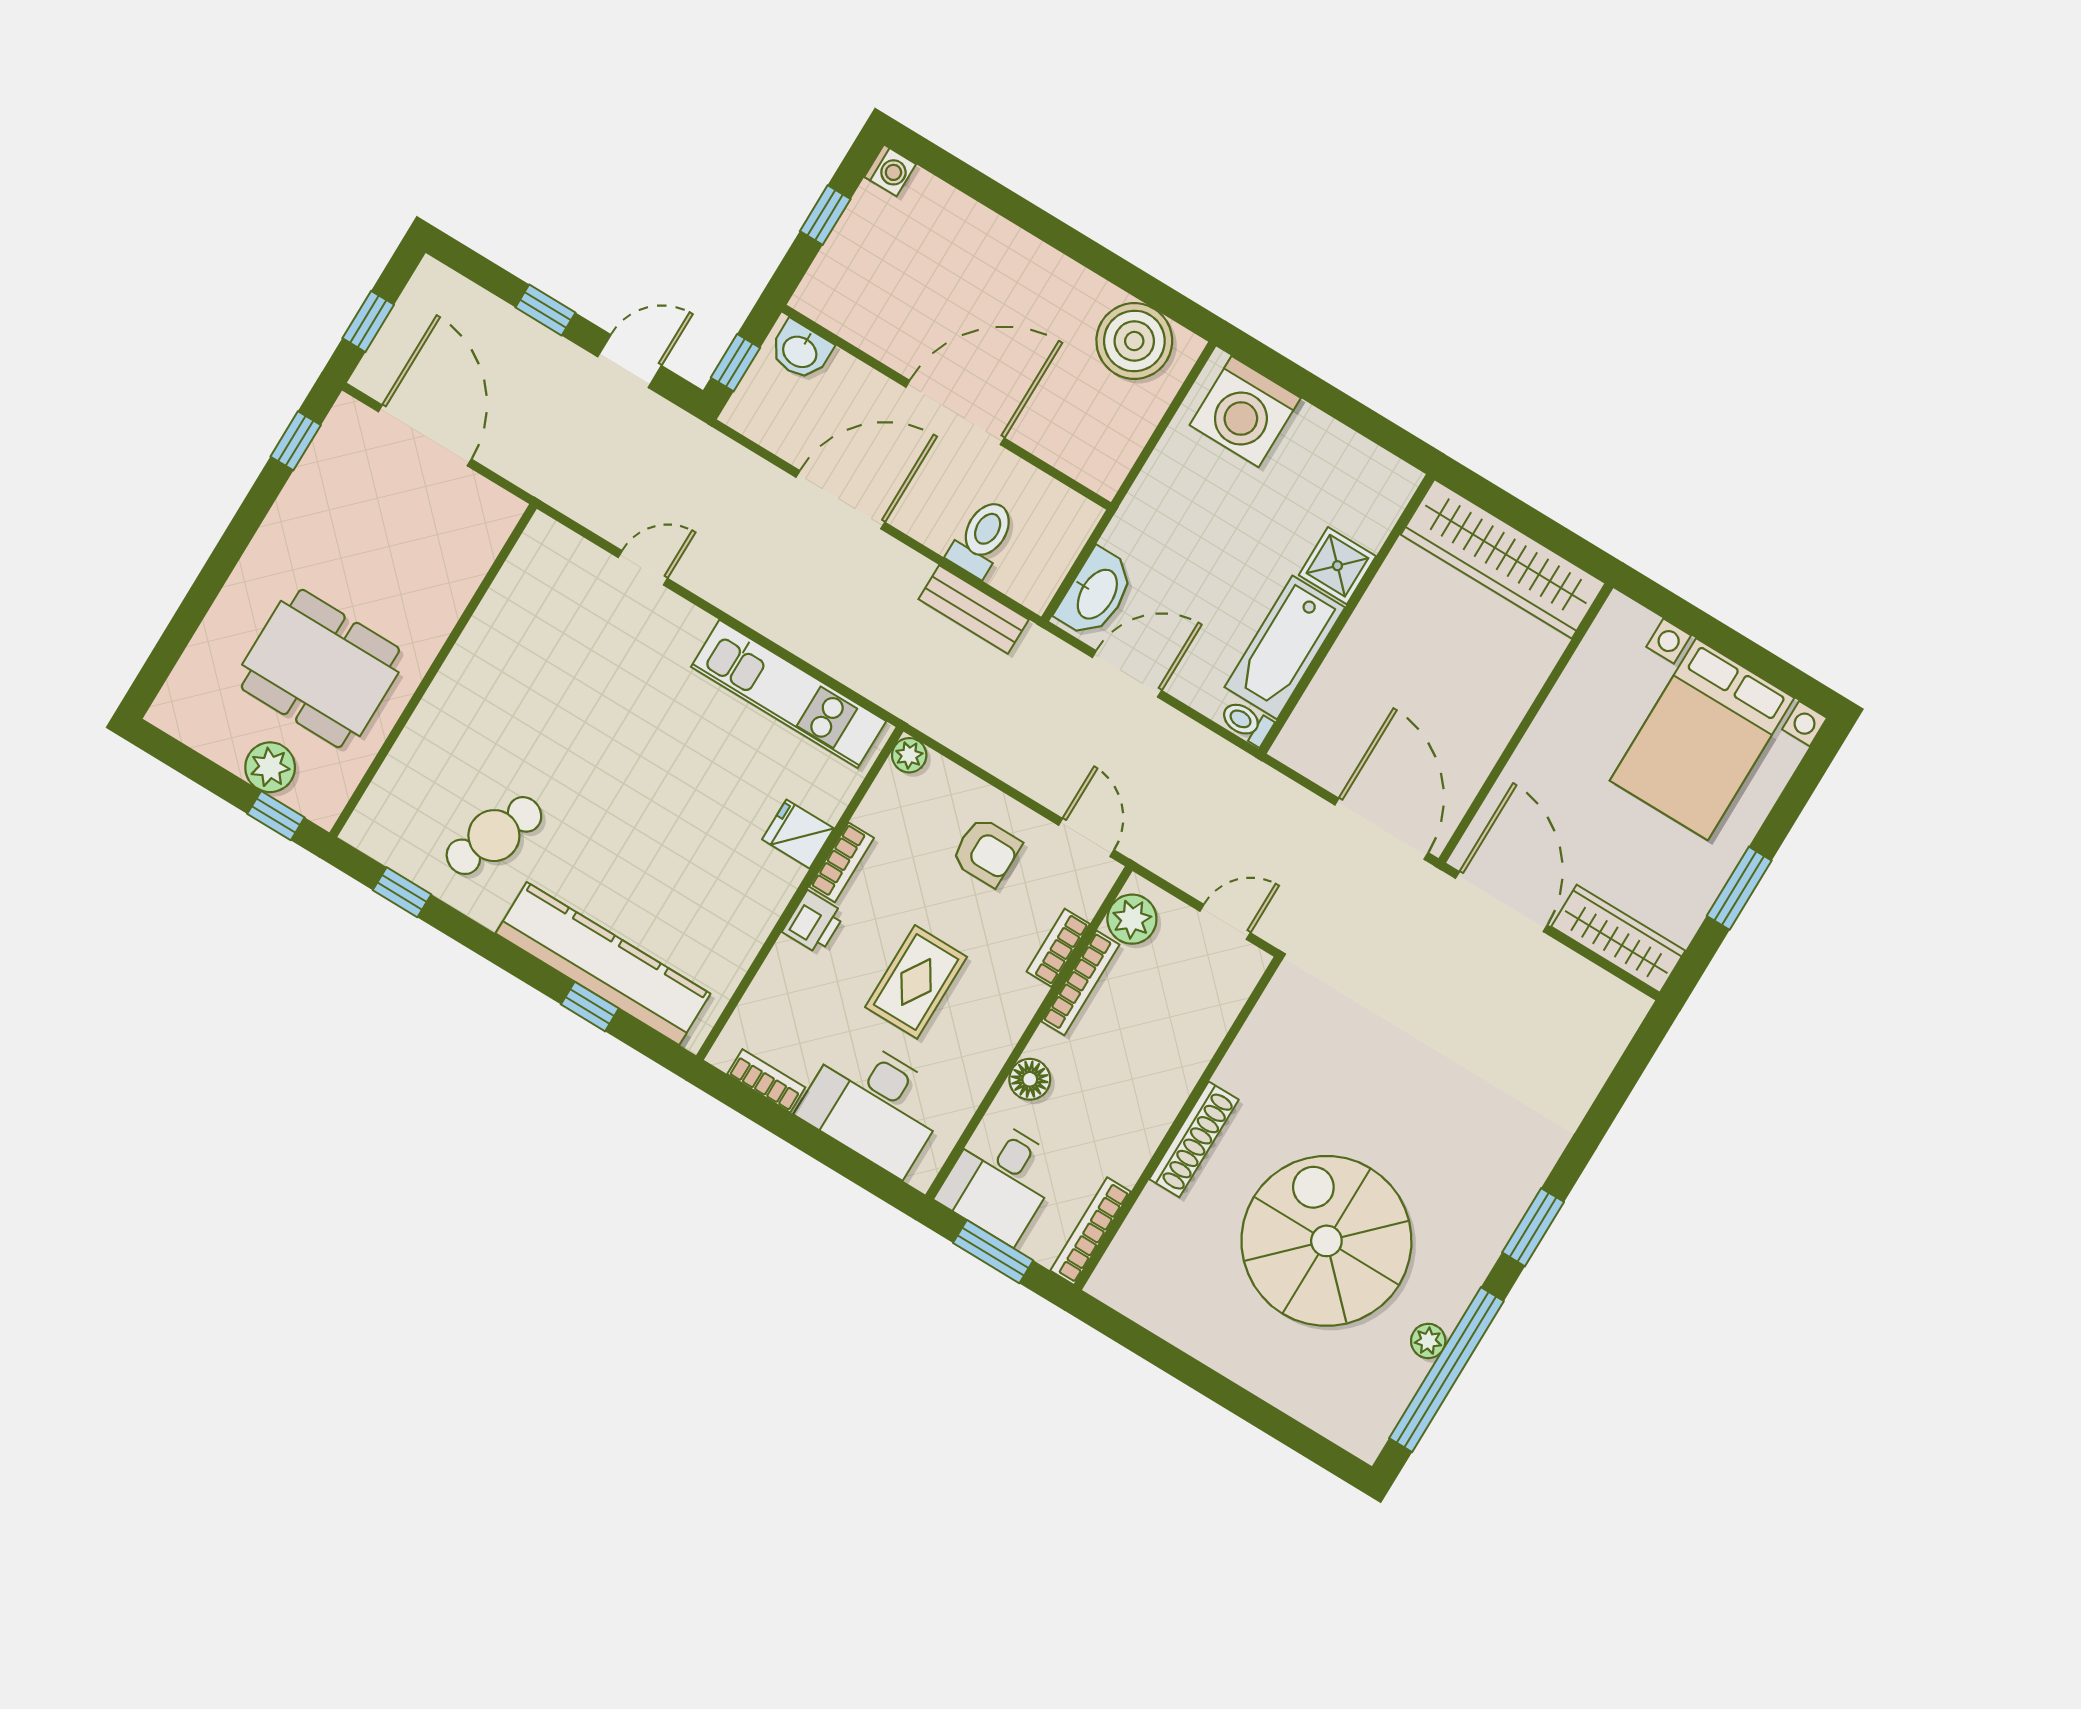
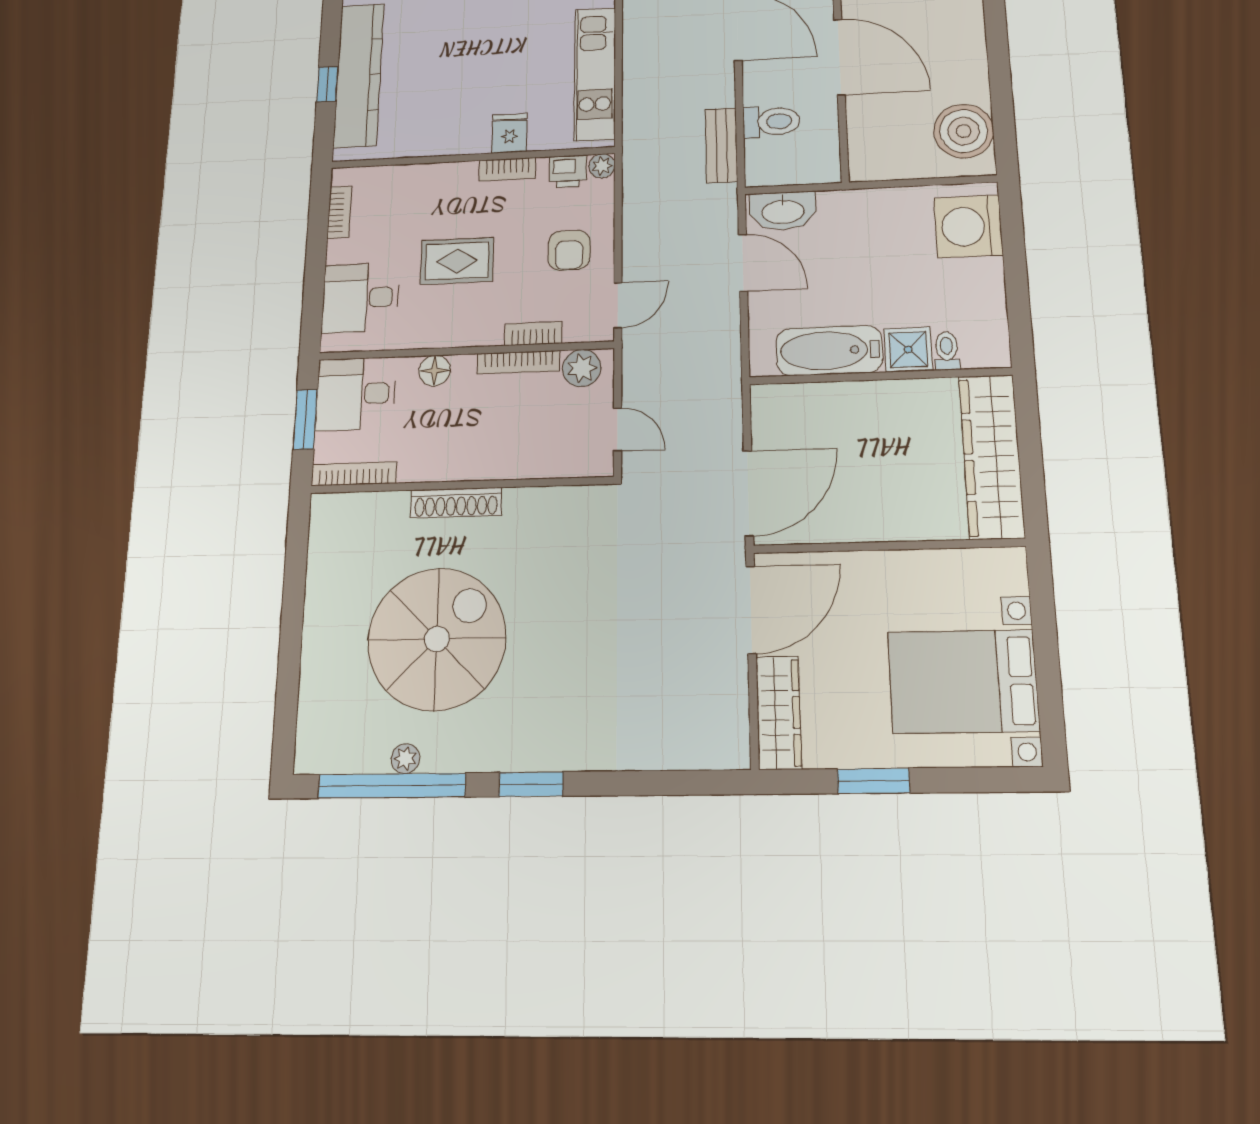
toilet: (1246, 722) -> (947, 351), moved
printer: (814, 922) -> (568, 171), moved
desk: (874, 1105) -> (361, 298), width x0.73

